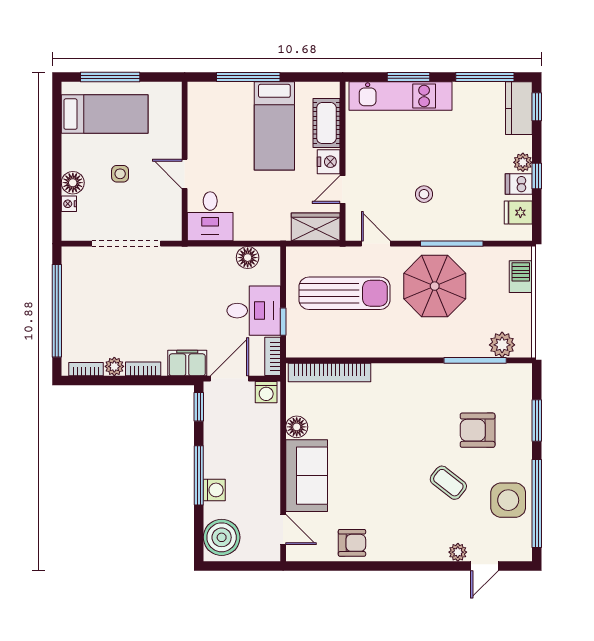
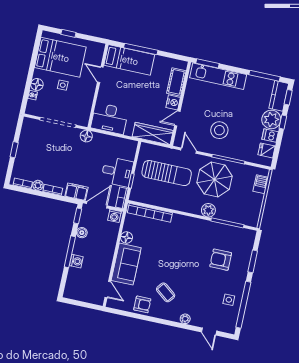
window: (110, 77) -> (68, 33), width x0.46
window: (409, 77) -> (207, 63), moved
bed: (105, 114) -> (60, 57), width x1.50
bed: (274, 126) -> (129, 60), moved, turned -90
plant: (523, 162) -> (271, 119), width x1.88, depth x1.88
door: (185, 174) -> (100, 75), moved
window: (537, 176) -> (283, 122), moved
stool: (424, 194) -> (219, 130), width x1.89, depth x1.89
desk: (210, 216) -> (109, 119), width x1.37
wardrobe: (316, 227) -> (153, 134), width x1.50
floor lamp: (248, 258) -> (86, 136), moved
window: (57, 311) -> (14, 150), width x0.32
plant: (502, 345) -> (208, 210), moved
coffee table: (448, 483) -> (166, 292), moved
side table: (508, 500) -> (229, 300), width x0.54, depth x0.54
boiler: (222, 537) -> (82, 233), moved, width x0.54, depth x0.54
plant: (458, 552) -> (185, 319), moved
door: (485, 566) -> (209, 331), hinge flipped

